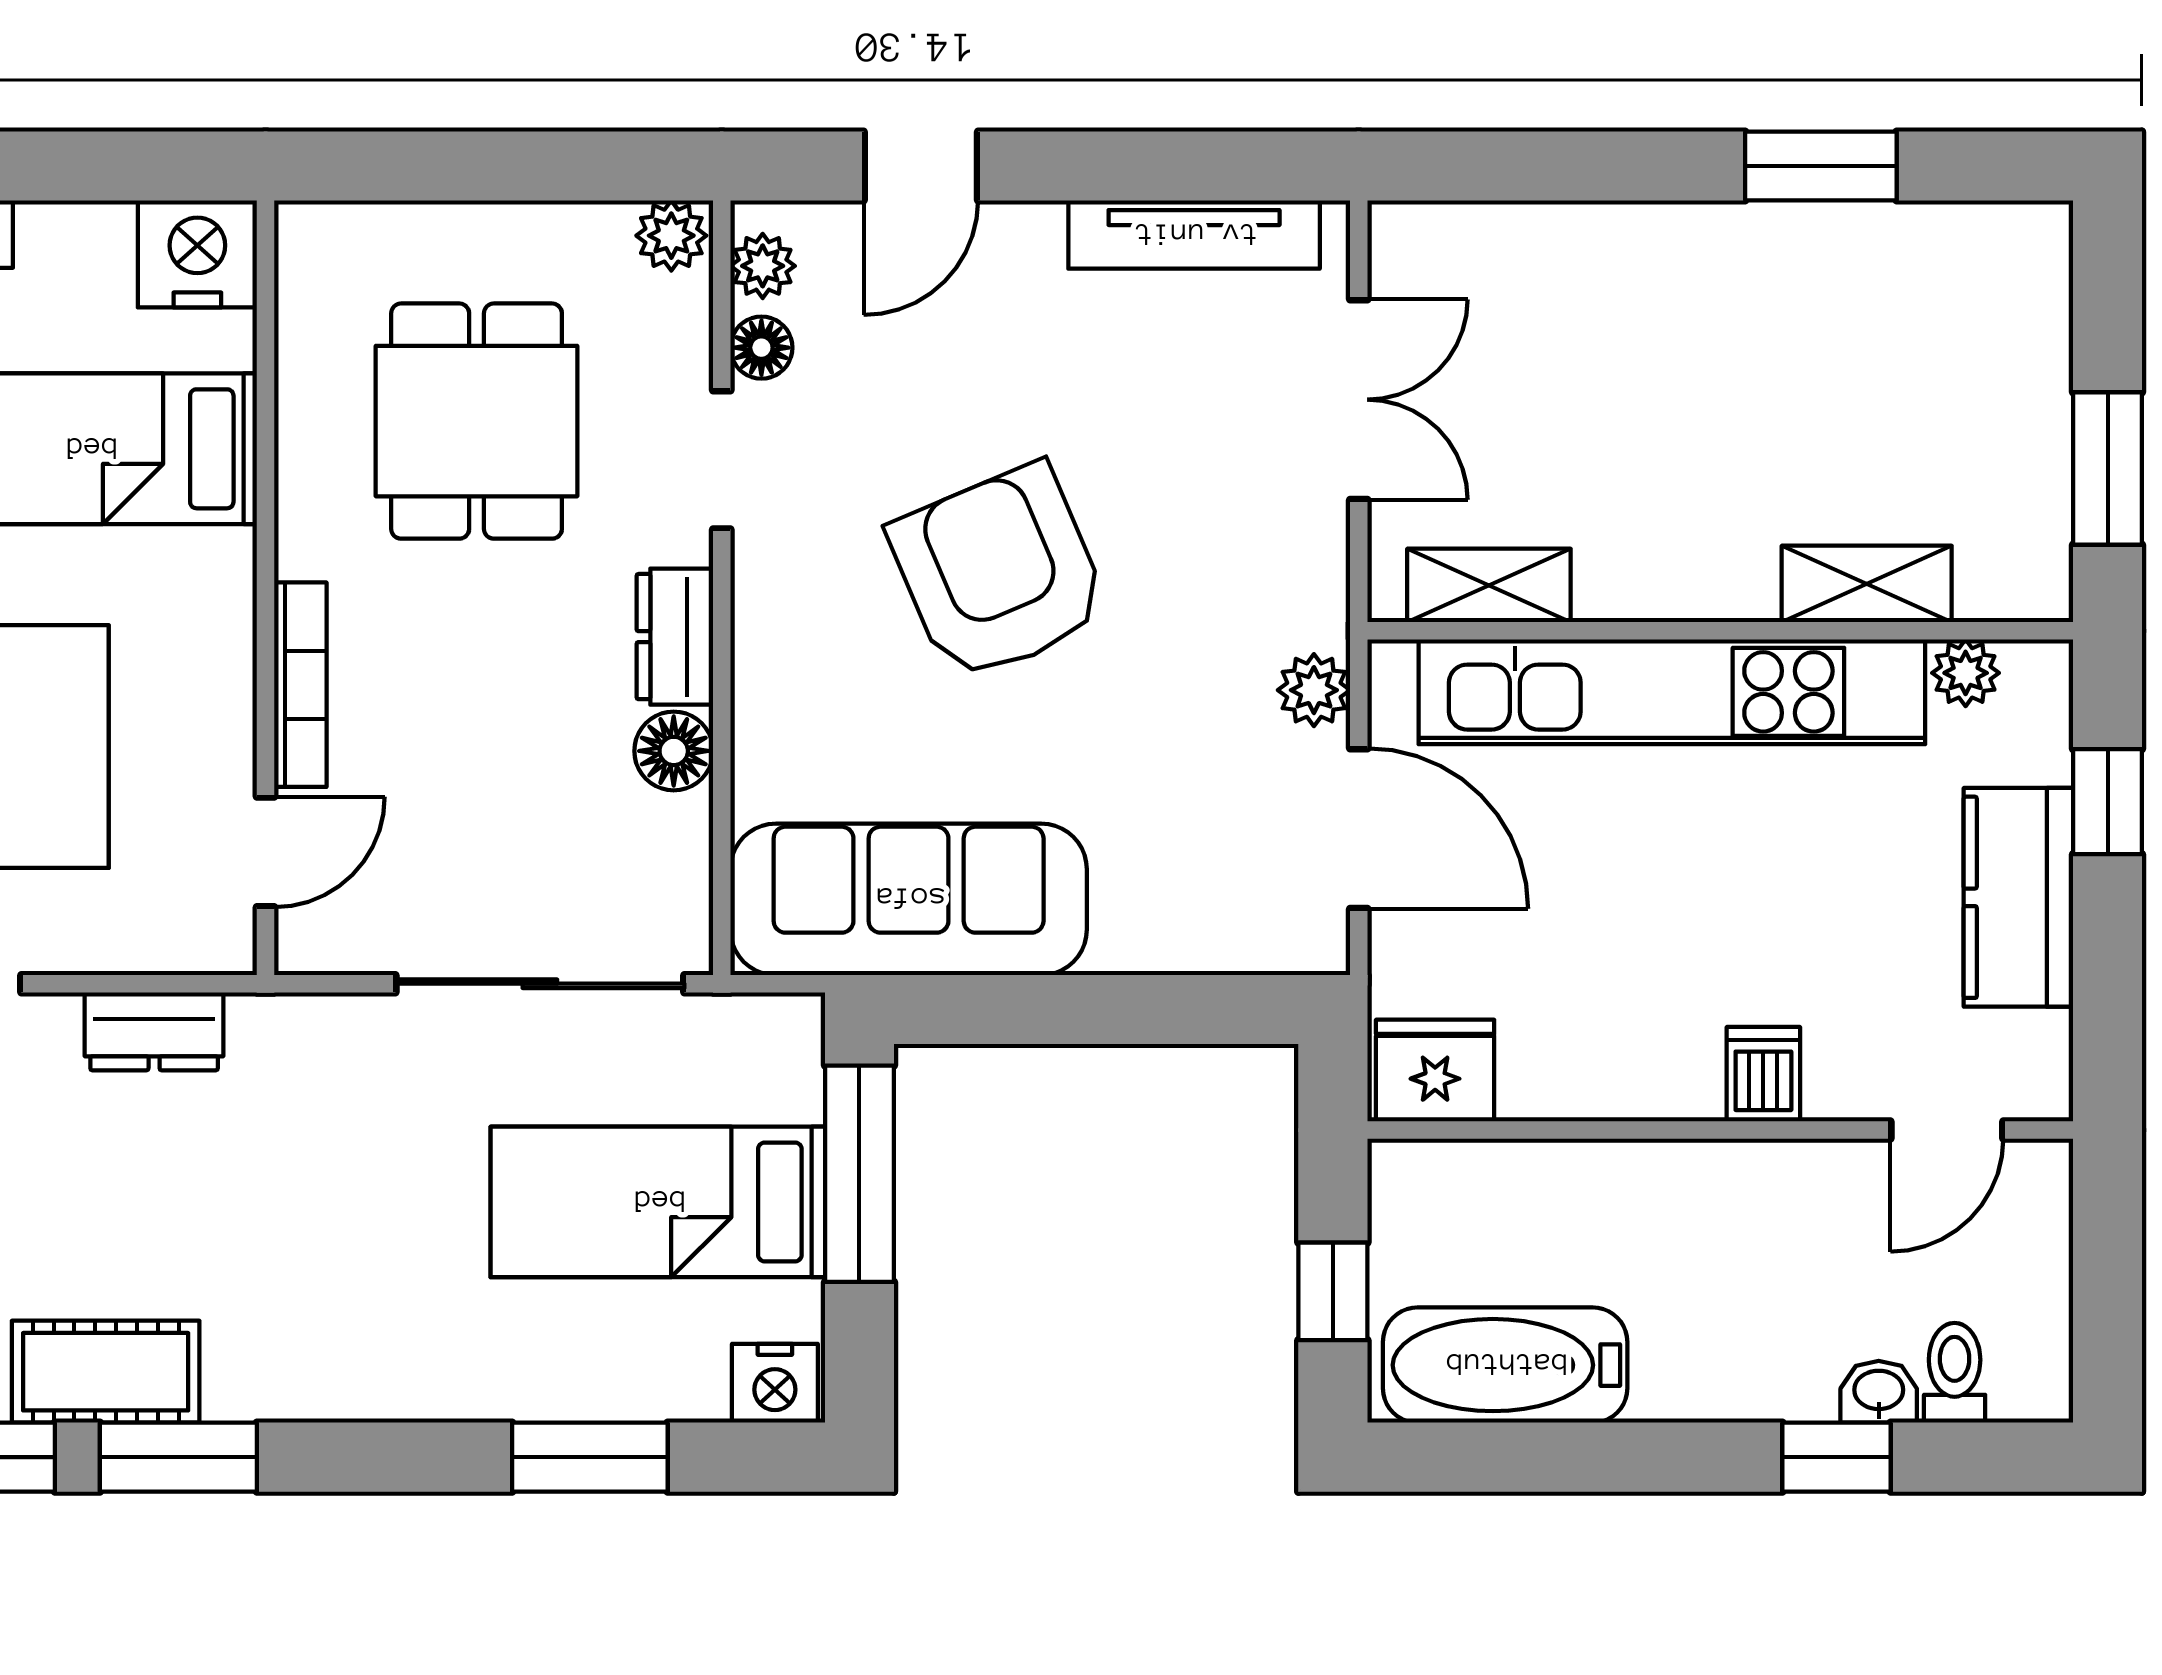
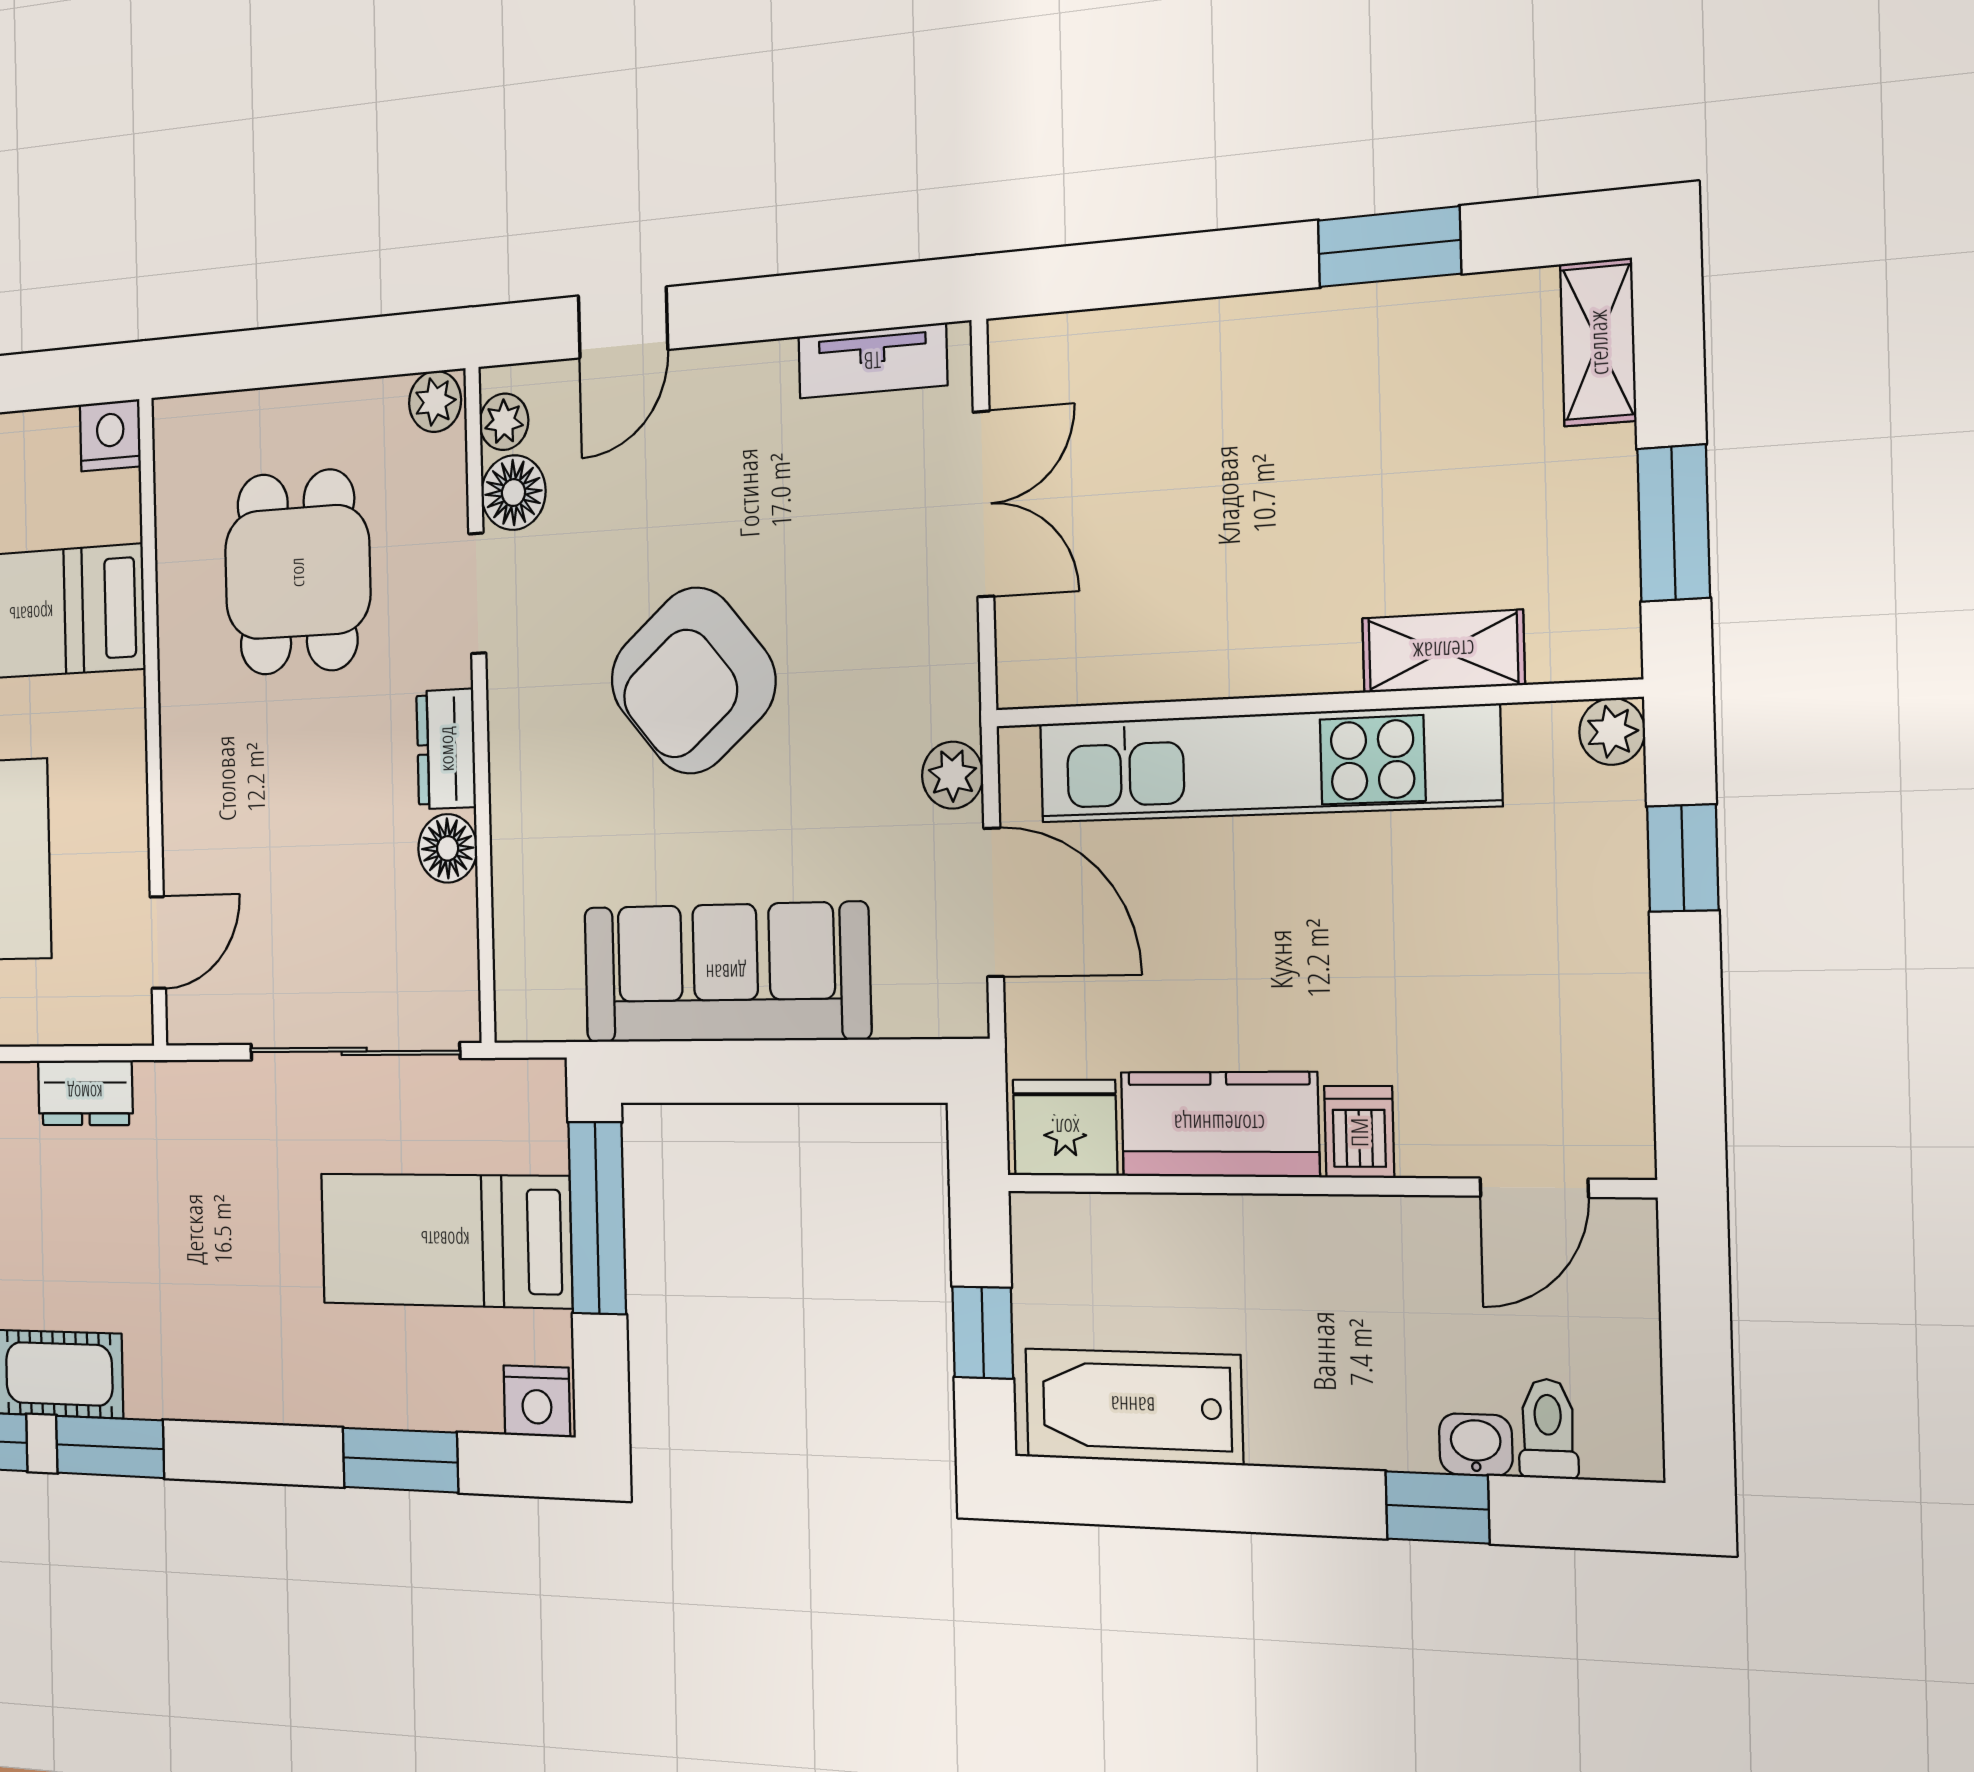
tv unit: (1194, 235) -> (872, 361), width x0.71
nightstand: (197, 254) -> (110, 435), width x0.74, depth x0.75
floor lamp: (761, 348) -> (513, 493), width x1.37, depth x1.37
armchair: (999, 573) -> (693, 681), turned -107
shelving: (1489, 585) -> (1598, 342), moved, turned 90
plant: (1966, 673) -> (1612, 731), moved
bookcase: (300, 685) -> (179, 802), removed
kitchen counter: (2018, 897) -> (1219, 1124), moved, turned 90
sofa: (909, 899) -> (726, 973), moved

